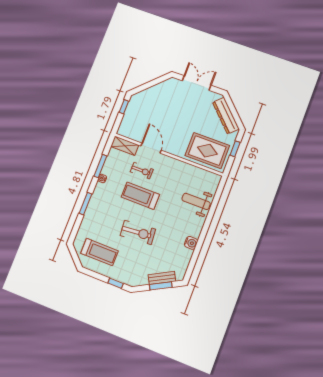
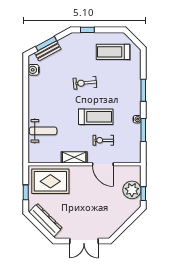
plant: (133, 114) -> (132, 190), added
shelving: (125, 146) -> (74, 157), moved
exercise bike: (138, 232) -> (85, 83), width x0.73, depth x0.72
water cooler: (191, 243) -> (34, 70), moved

